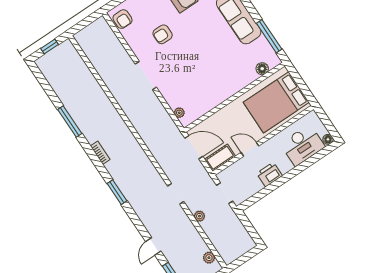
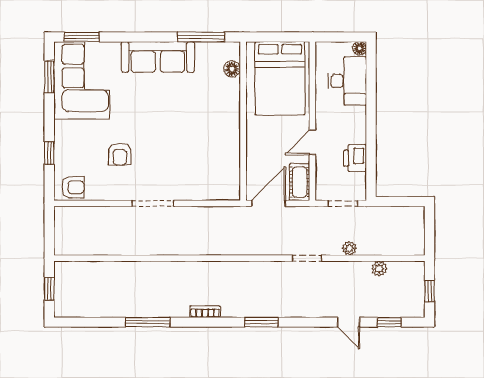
plant: (179, 113) -> (219, 194), removed
printer: (269, 174) -> (355, 158), moved
plant: (209, 258) -> (379, 269), moved

